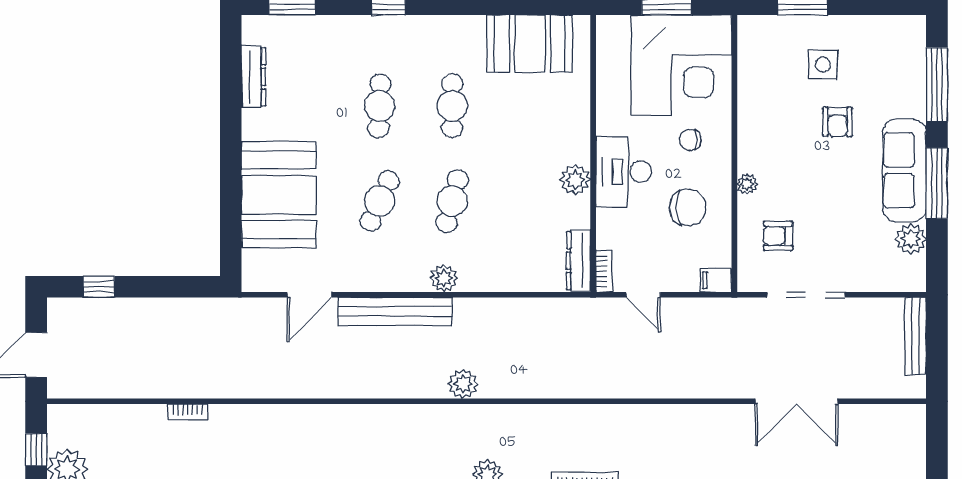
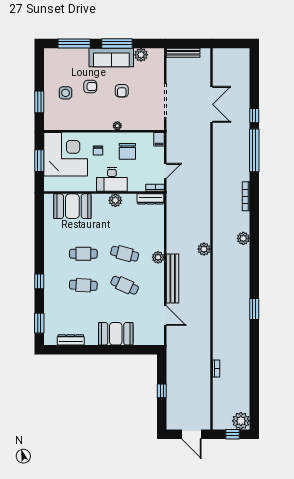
booth: (530, 44) -> (72, 206), moved, turned 90
booth: (279, 195) -> (116, 334), width x0.73, depth x0.70
chair: (688, 208) -> (127, 151), turned 180
armchair: (778, 236) -> (122, 91), moved
window: (99, 287) -> (162, 391), moved

